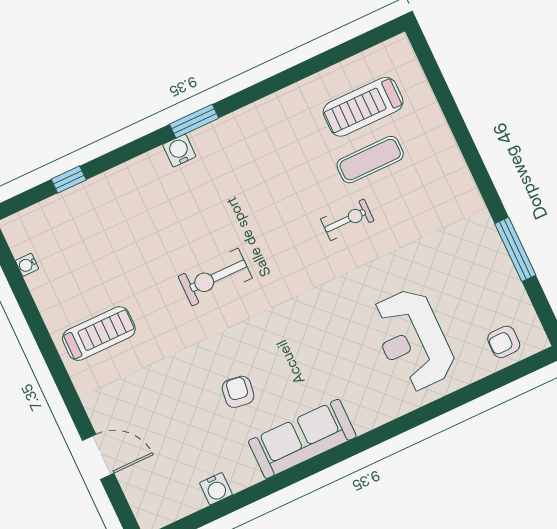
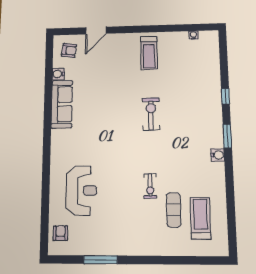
water cooler: (179, 151) -> (218, 155), moved
window: (69, 180) -> (225, 96), moved
reception desk: (412, 340) -> (81, 191), turned 90
armchair: (238, 392) -> (69, 50), moved
sofa: (302, 439) -> (62, 104), moved

